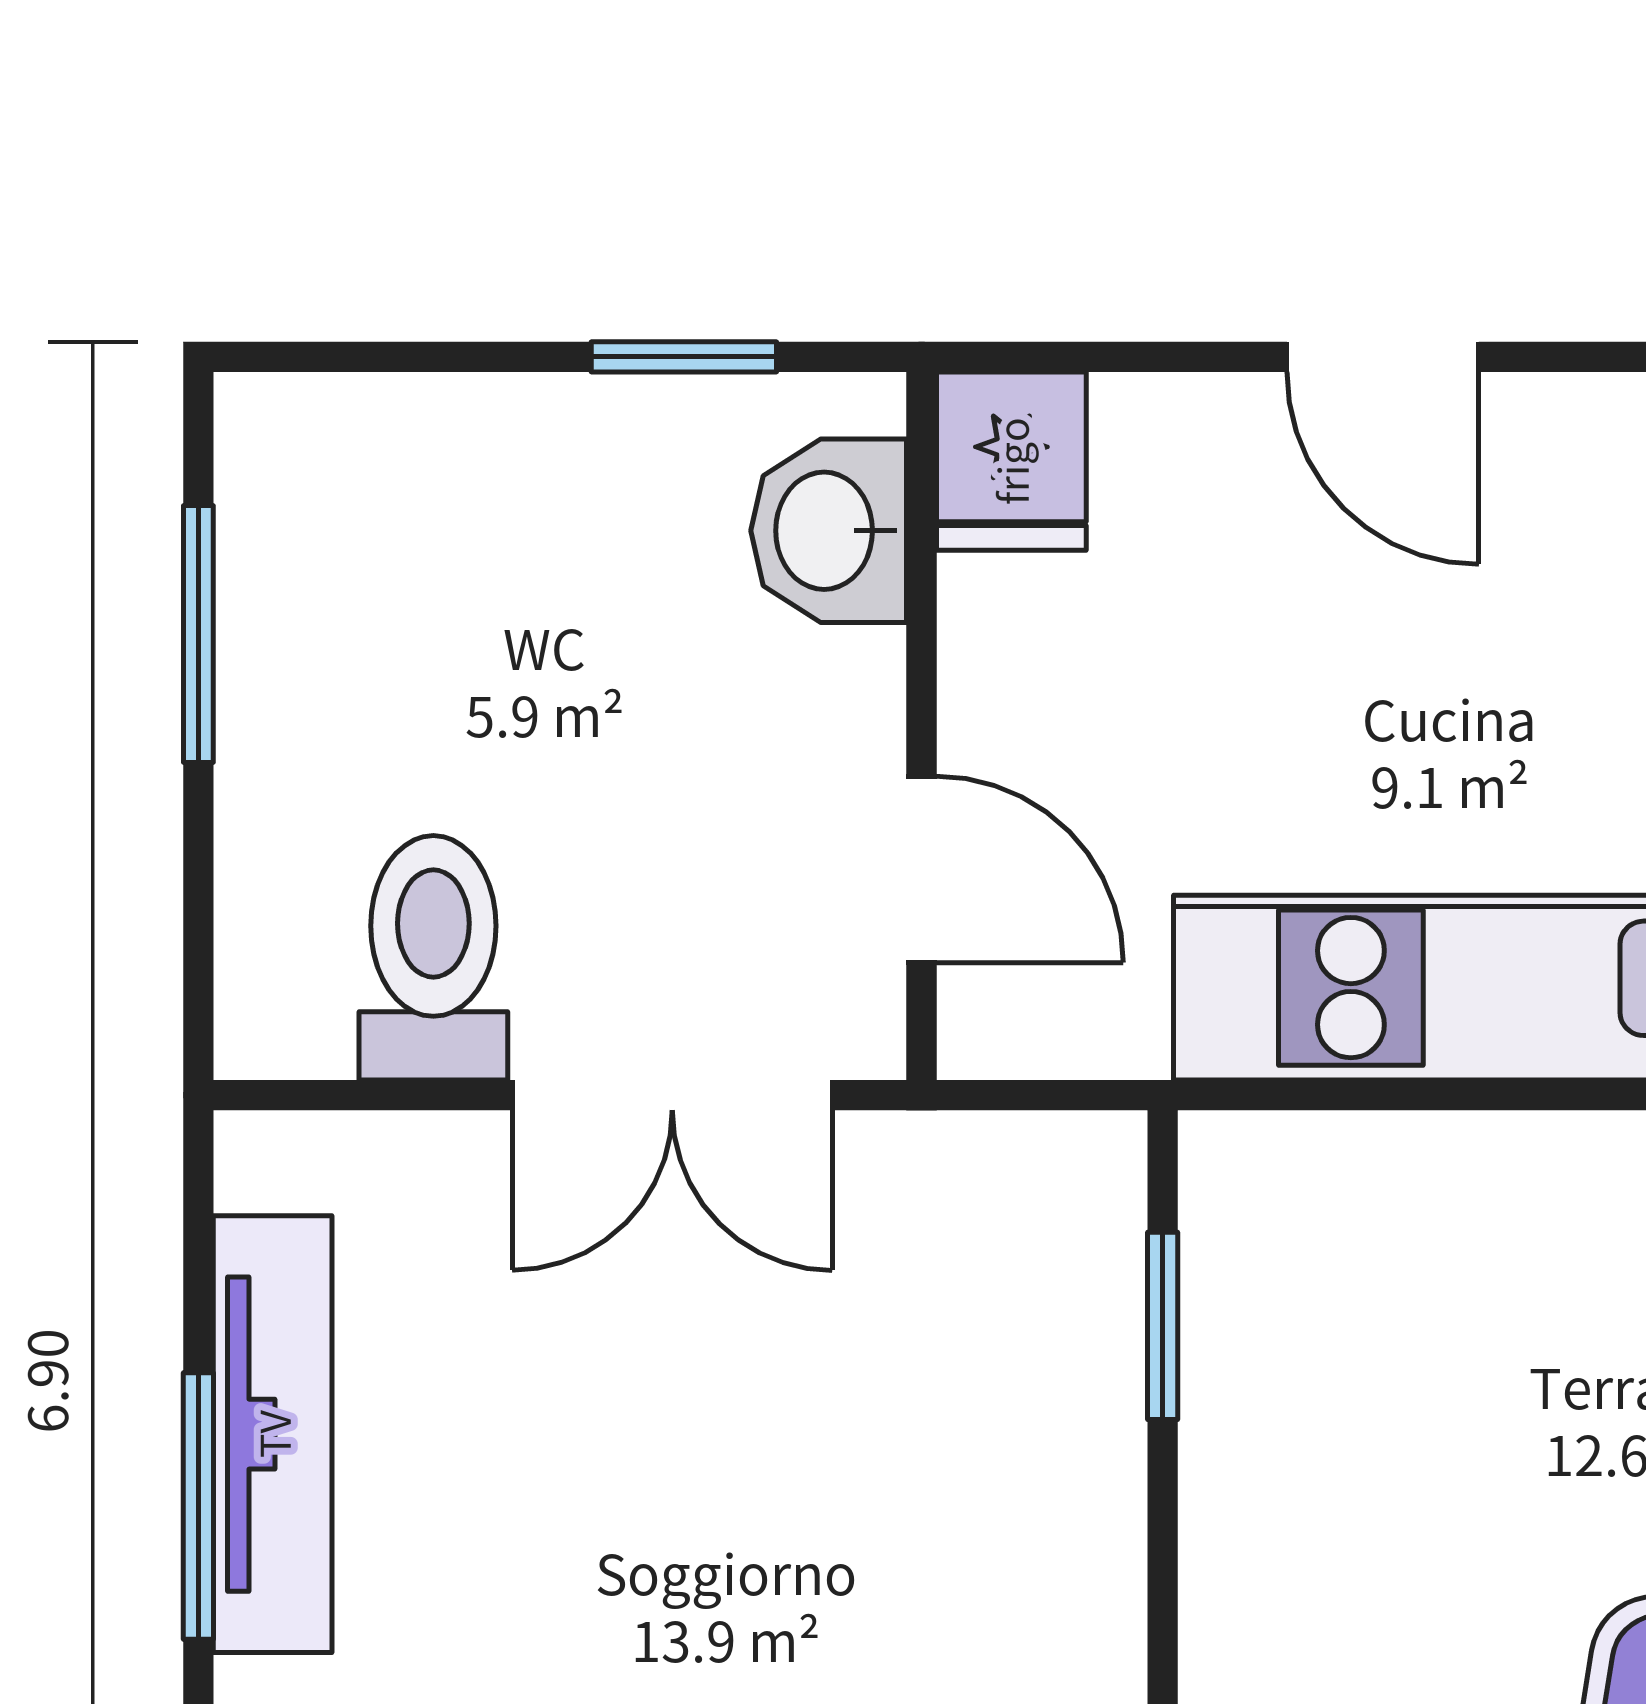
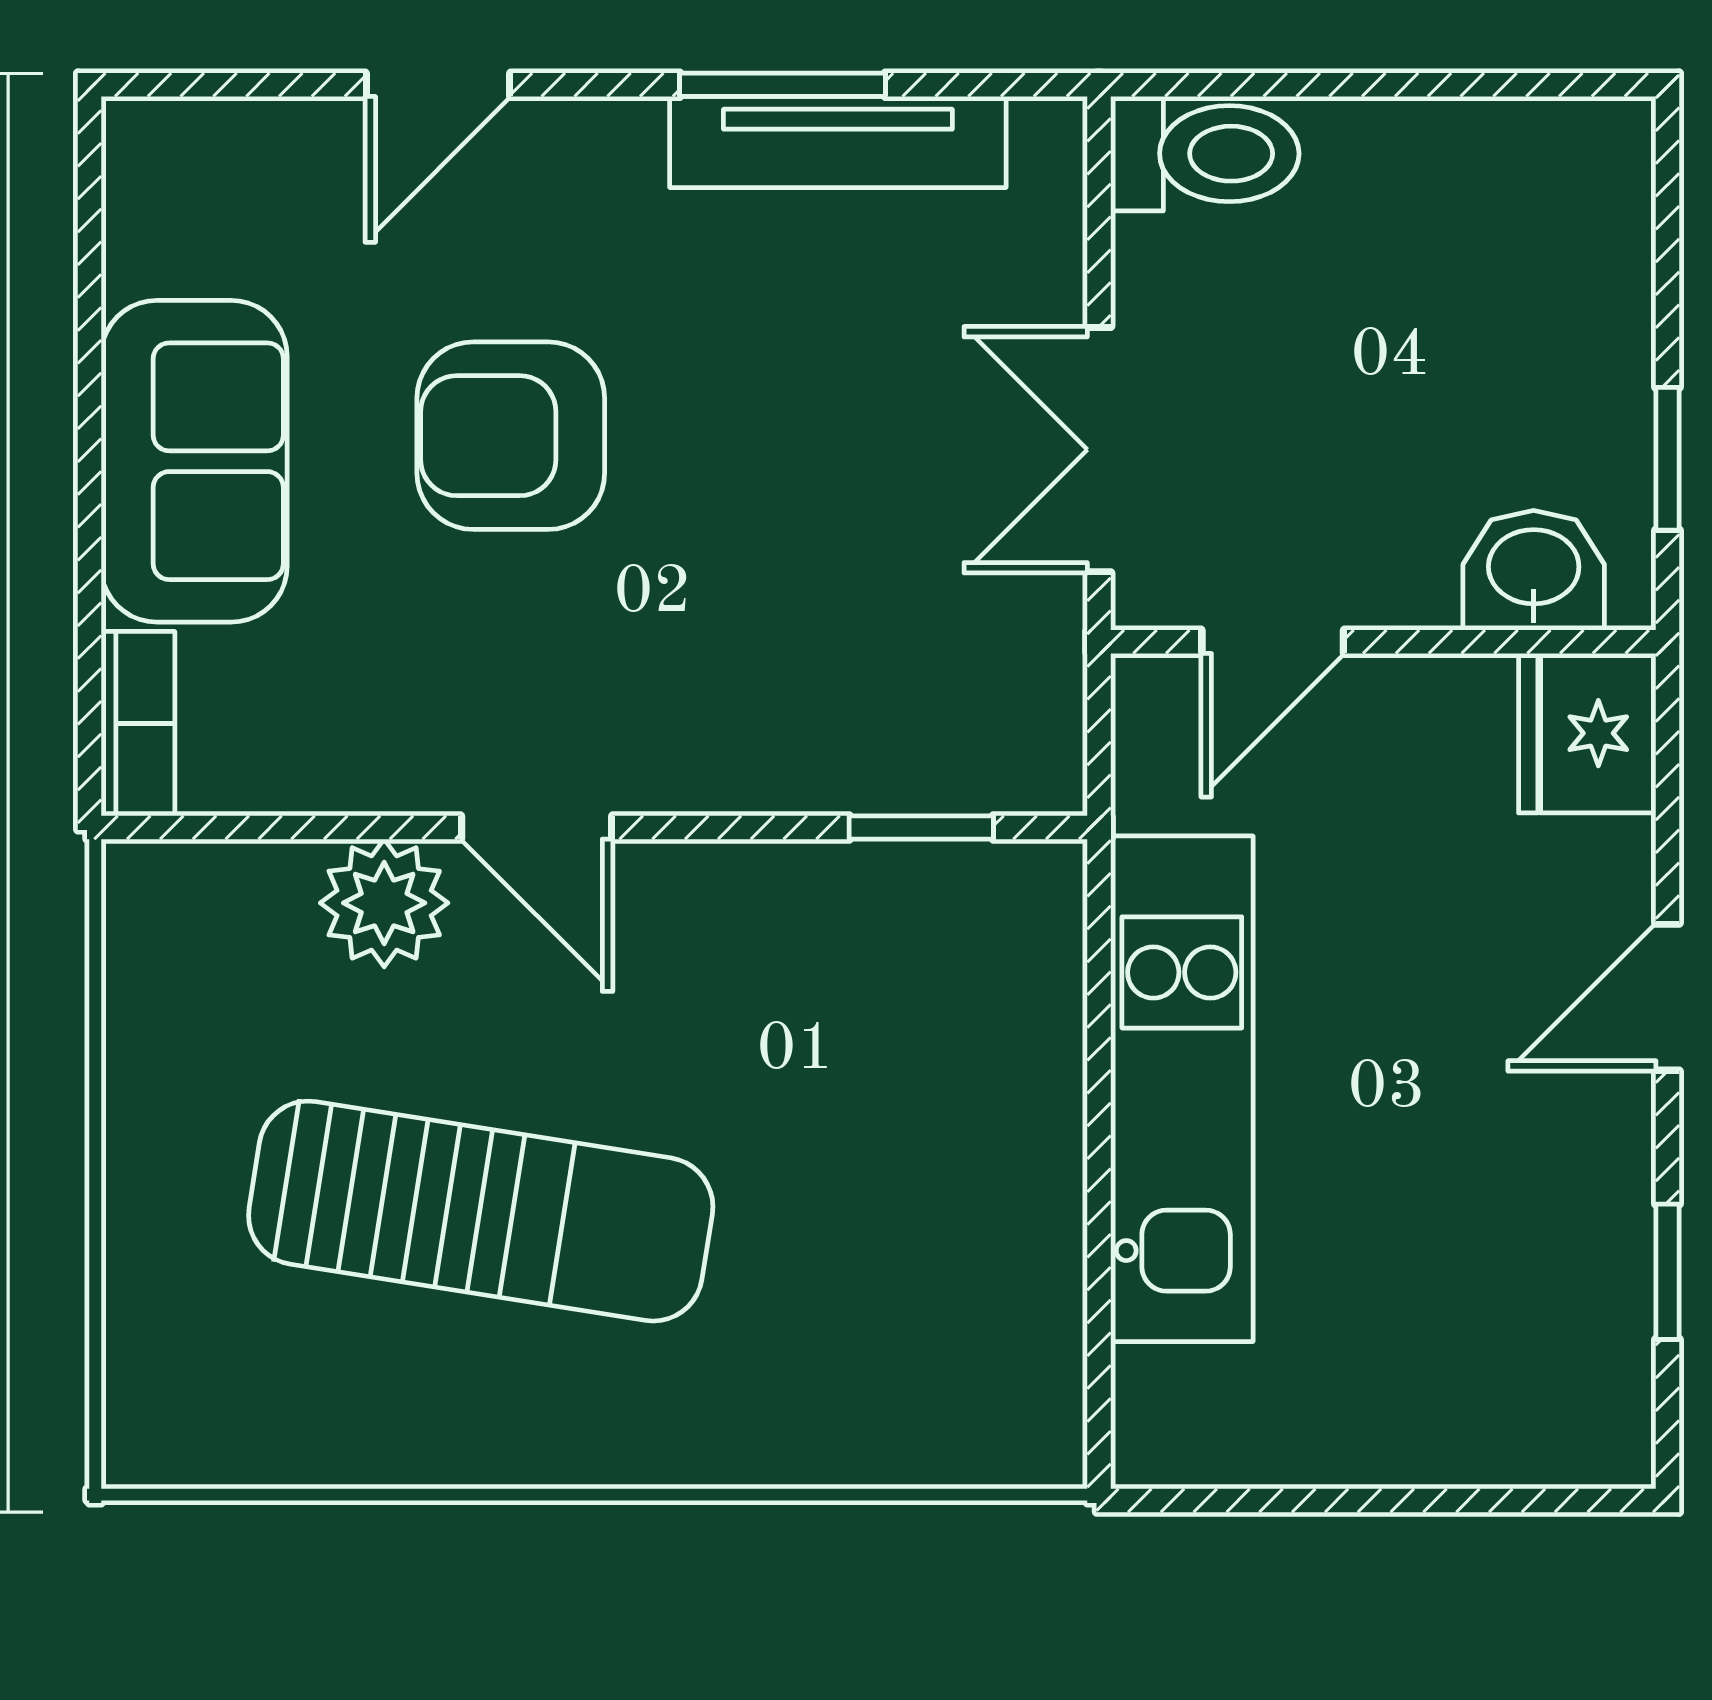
fridge: (1011, 461) -> (1587, 733), width x1.38
window: (198, 634) -> (1454, 85), removed
toilet: (433, 958) -> (1205, 154), moved

